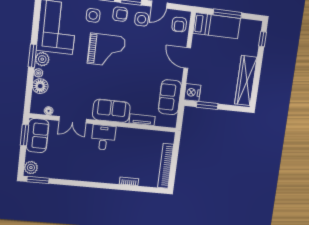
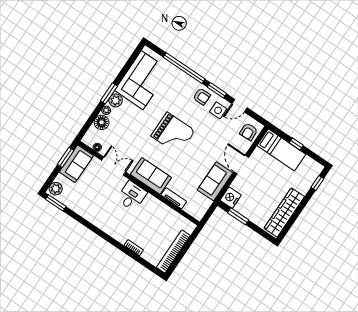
window: (227, 14) -> (296, 144), width x0.46
side table: (93, 15) -> (178, 86), removed
grand piano: (106, 50) -> (173, 133), moved
sofa: (170, 97) -> (215, 181), moved
double door: (73, 120) -> (114, 166), swing flipped

